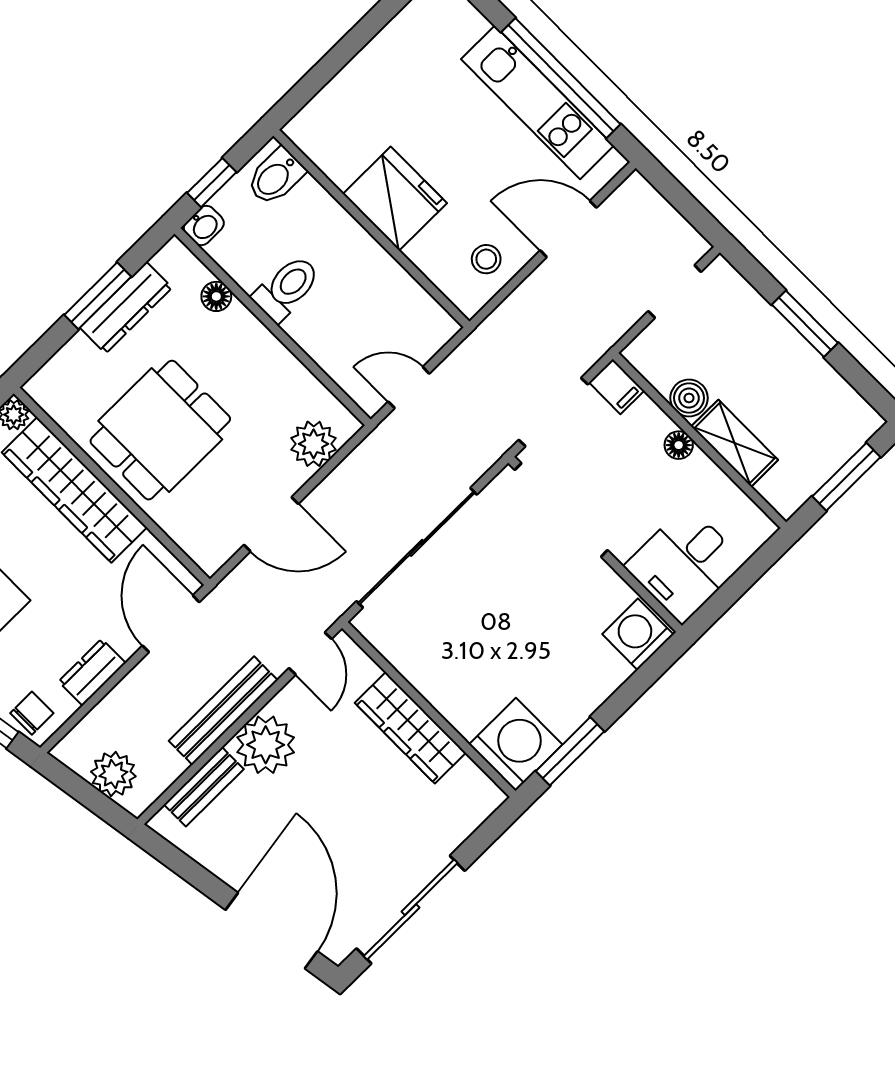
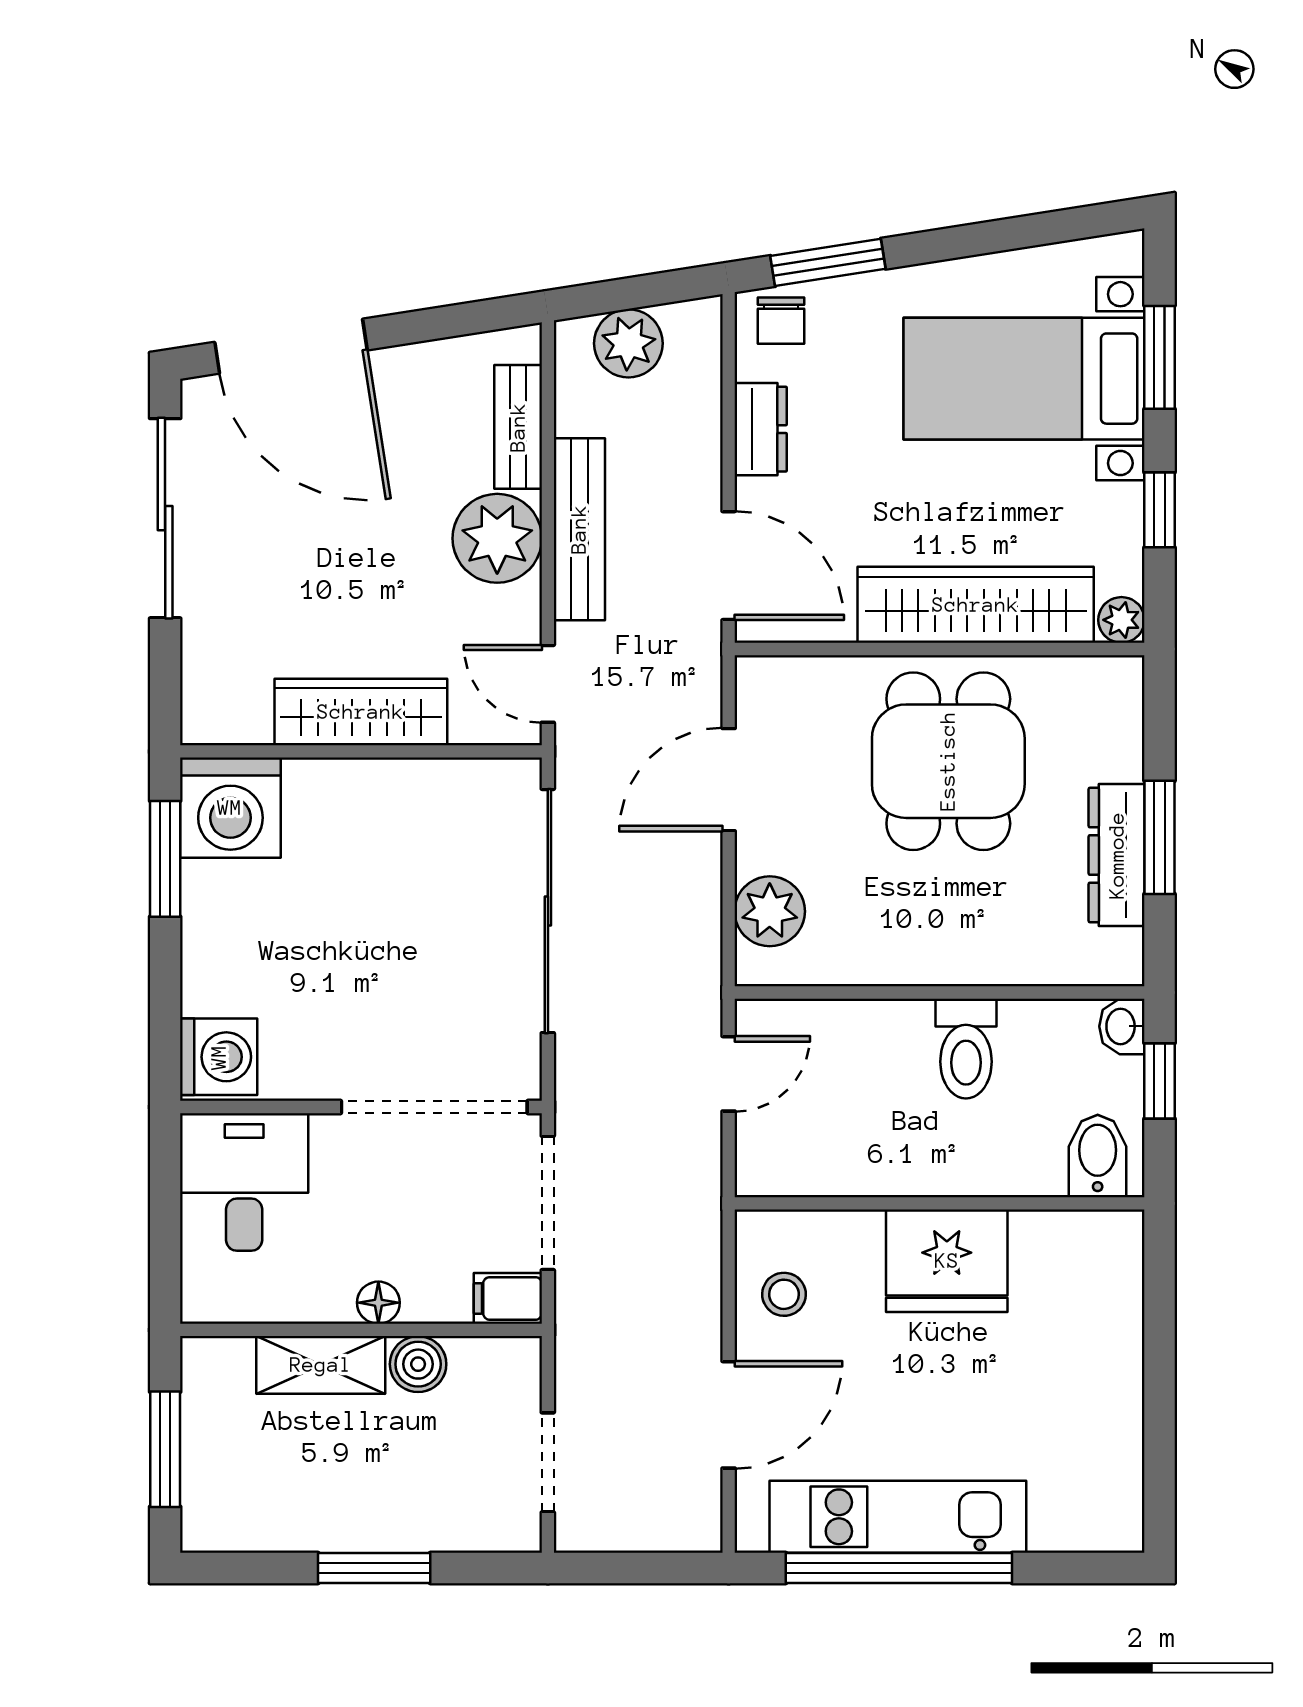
floor lamp: (216, 296) -> (1032, 964), removed

